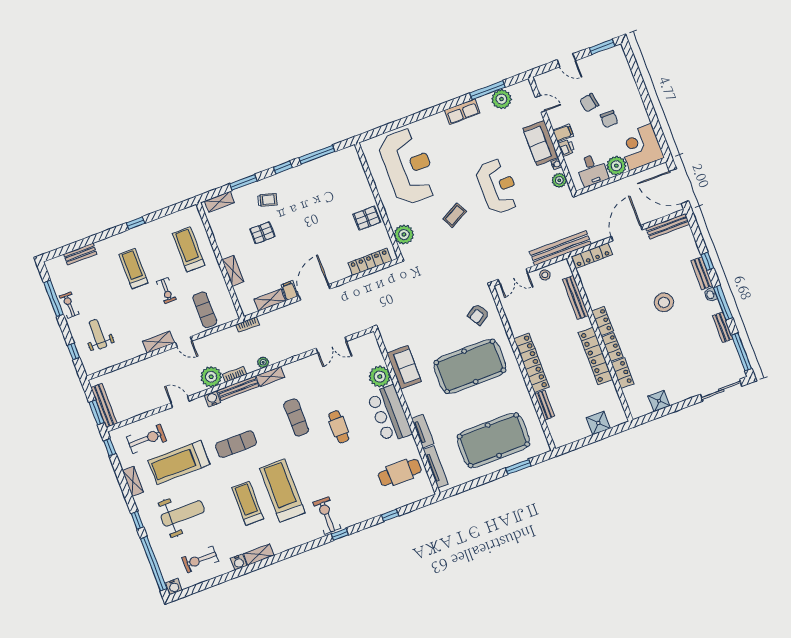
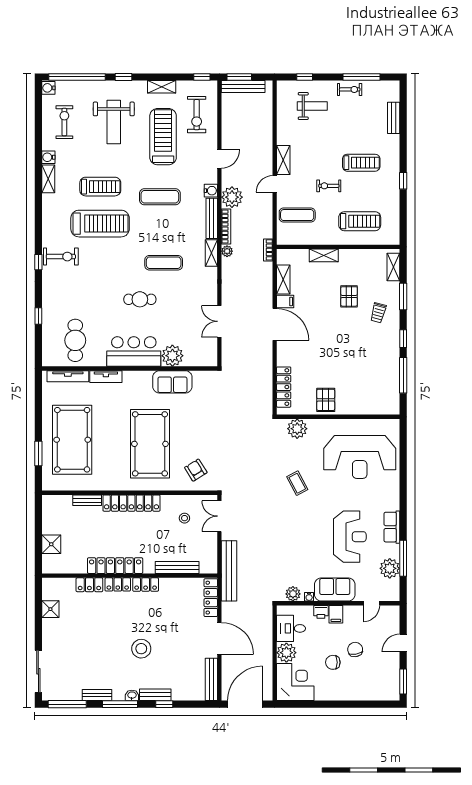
reception desk: (498, 186) -> (350, 537), moved, turned -90
stool: (545, 275) -> (184, 518), moved
bookcase: (235, 374) -> (226, 226), width x1.56
exercise mat: (236, 444) -> (160, 197), turned 90

